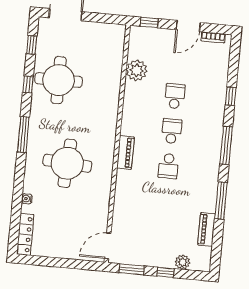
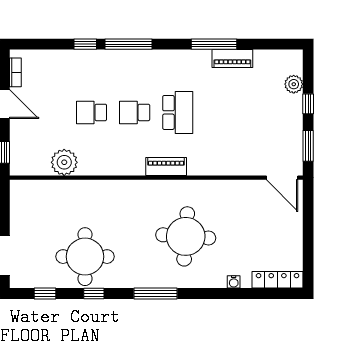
window: (226, 145) -> (129, 44), moved
school desk: (168, 166) -> (178, 112), width x1.85
piano: (207, 229) -> (232, 58), moved

